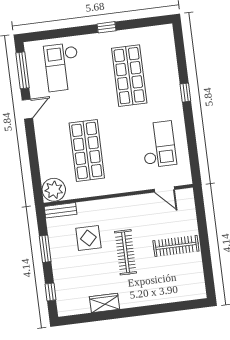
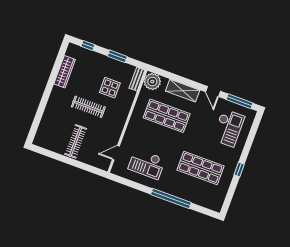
checkout: (62, 67) -> (228, 128), turned 90
window: (185, 93) -> (171, 198), width x3.17
shelving: (46, 147) -> (183, 91), added
wardrobe: (104, 303) -> (65, 72), width x1.50

